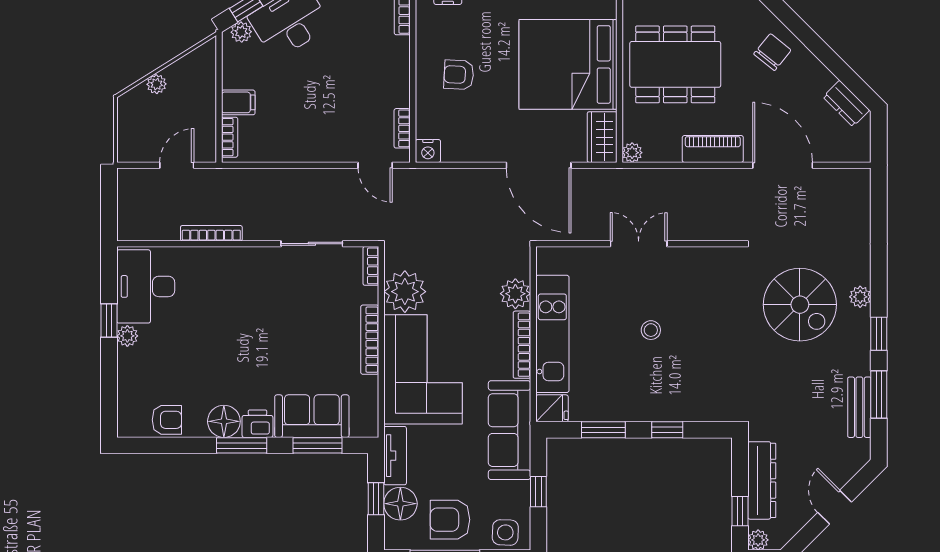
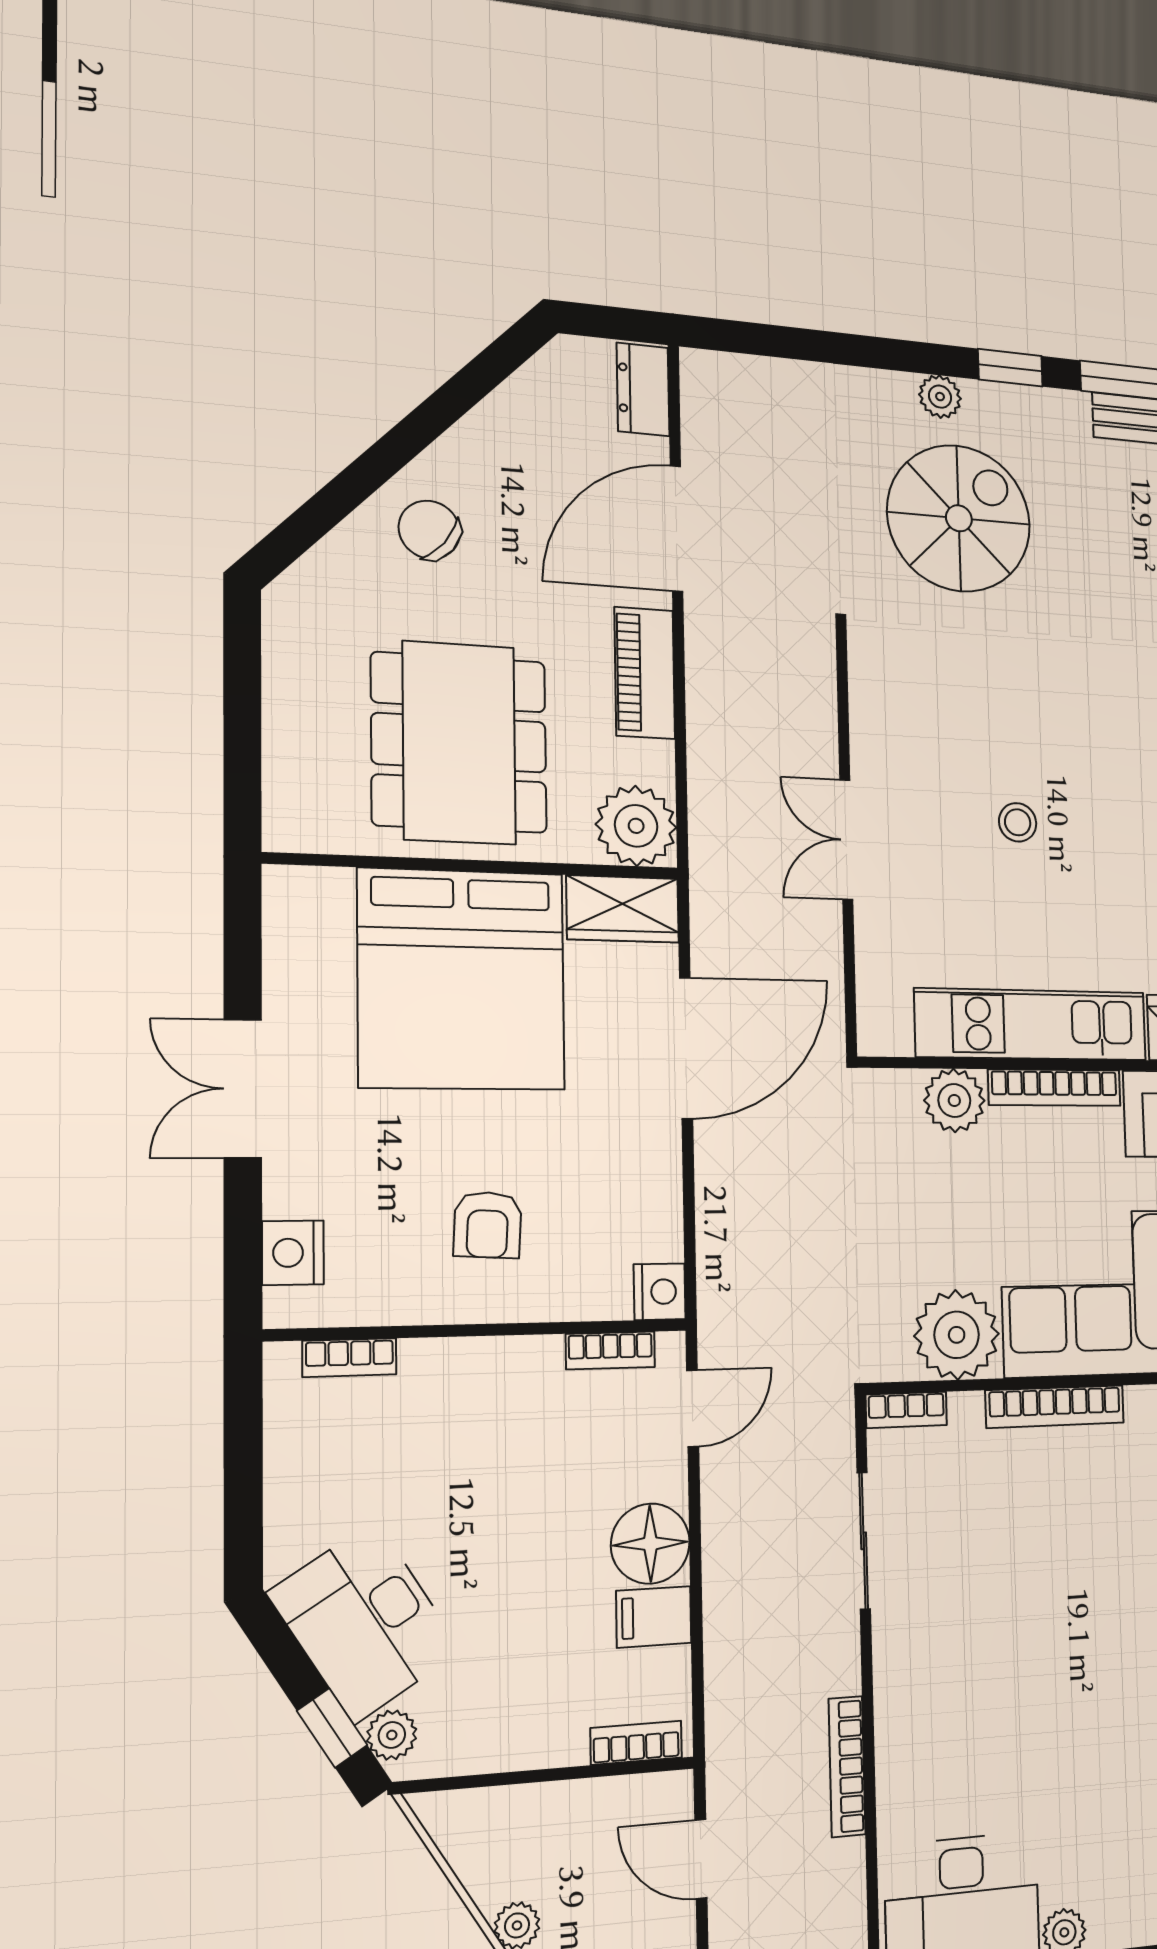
filing cabinet: (238, 102) -> (654, 1617), moved, turned -90
dresser: (846, 103) -> (643, 389), moved, turned 135
floor lamp: (316, 145) -> (650, 1544), added
plant: (632, 153) -> (636, 826), width x1.87, depth x1.87

